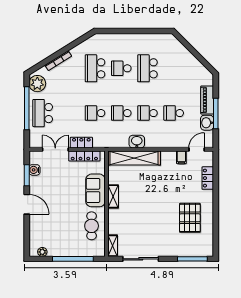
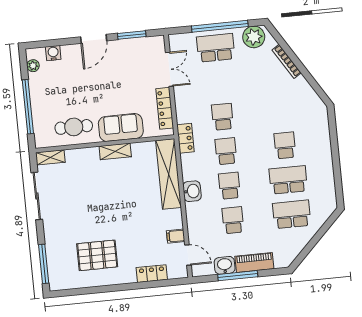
school desk: (95, 68) -> (292, 214), moved
washbasin: (137, 142) -> (192, 191), moved
locker: (81, 143) -> (185, 138), moved
water cooler: (34, 170) -> (53, 53), moved

